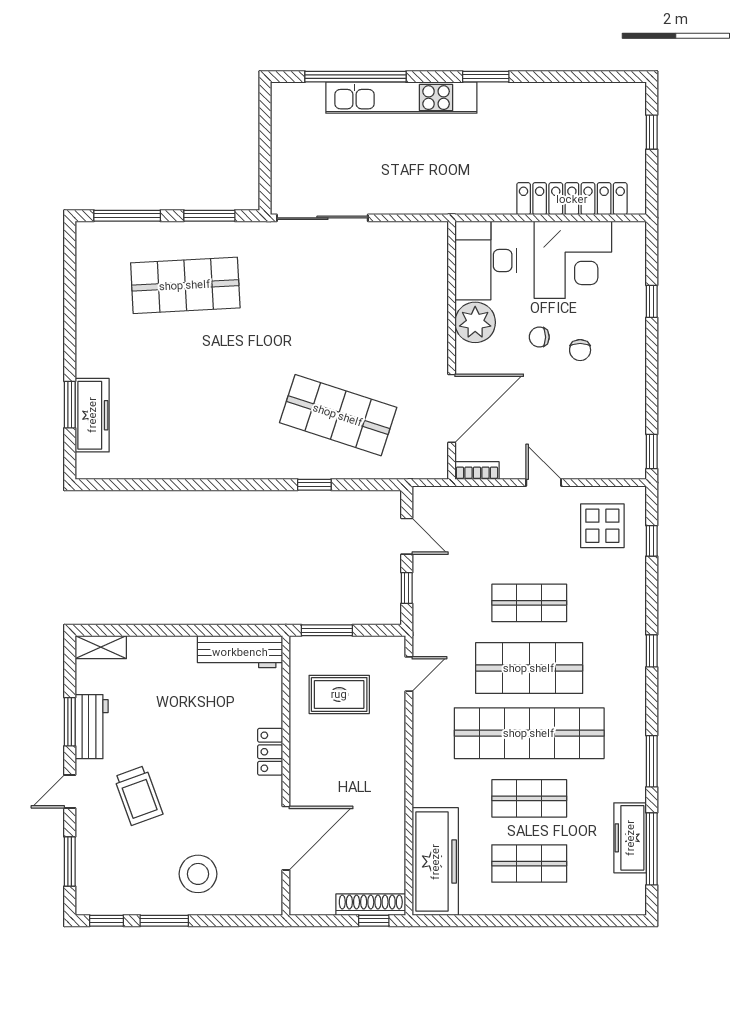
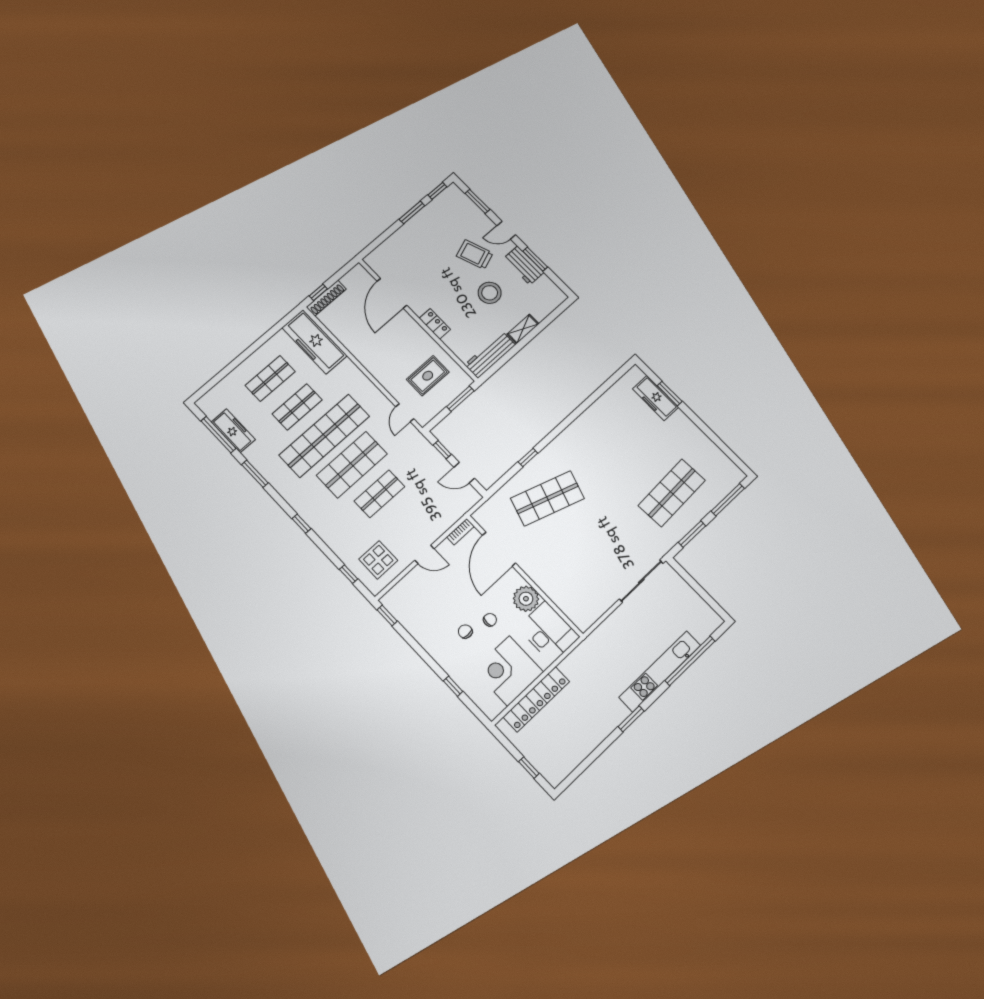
shelving: (101, 647) -> (523, 329), moved
door: (70, 791) -> (506, 230), swing flipped
stool: (198, 874) -> (490, 293), moved

